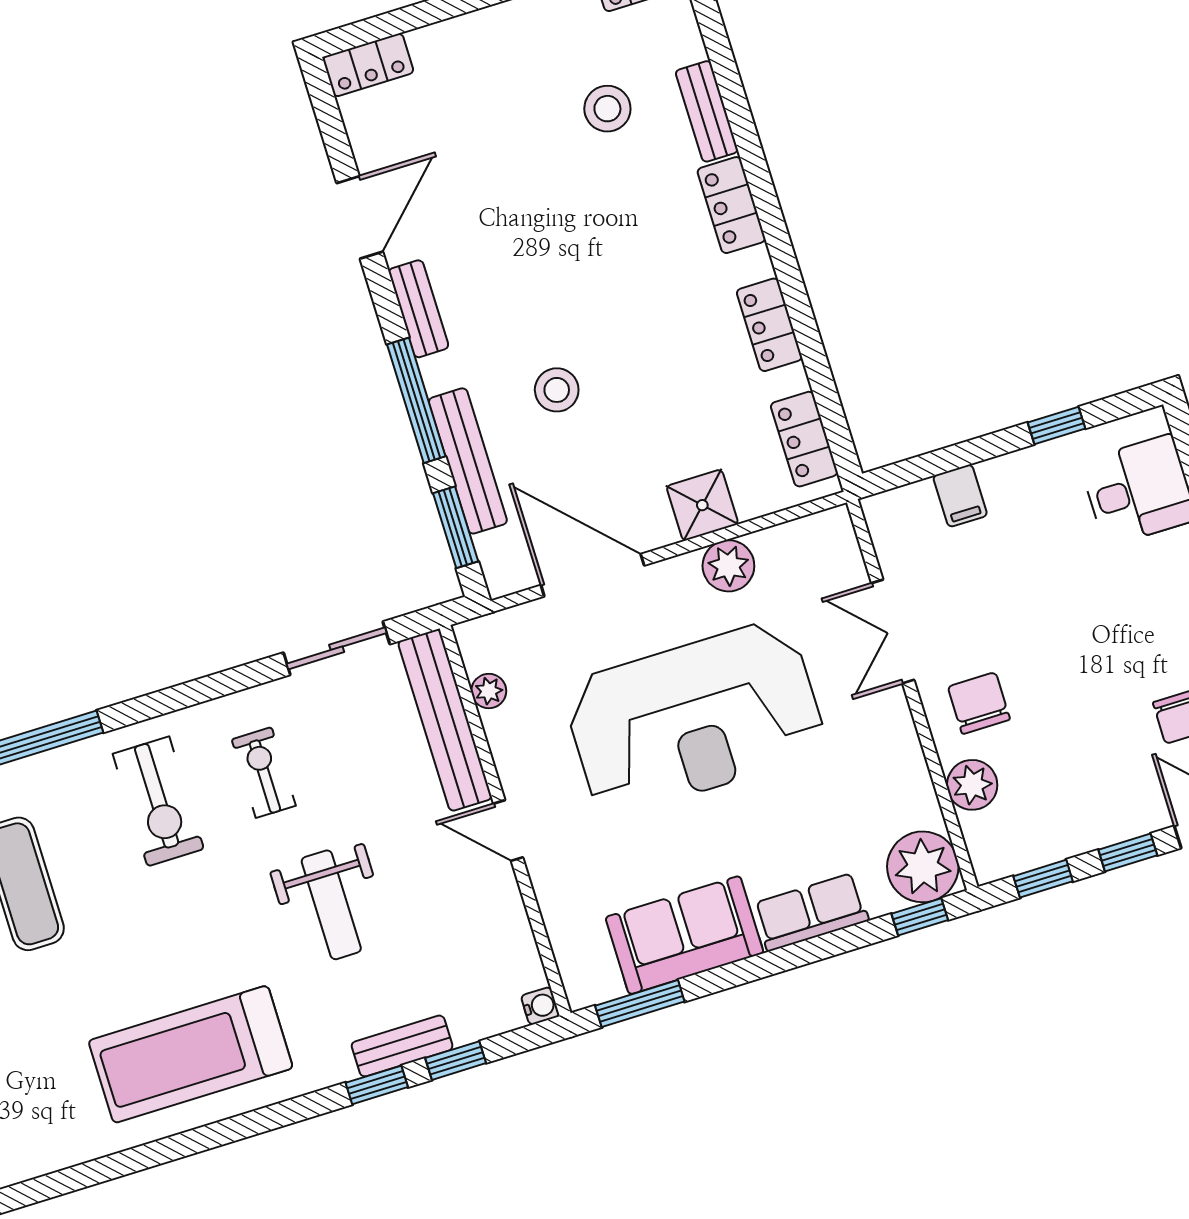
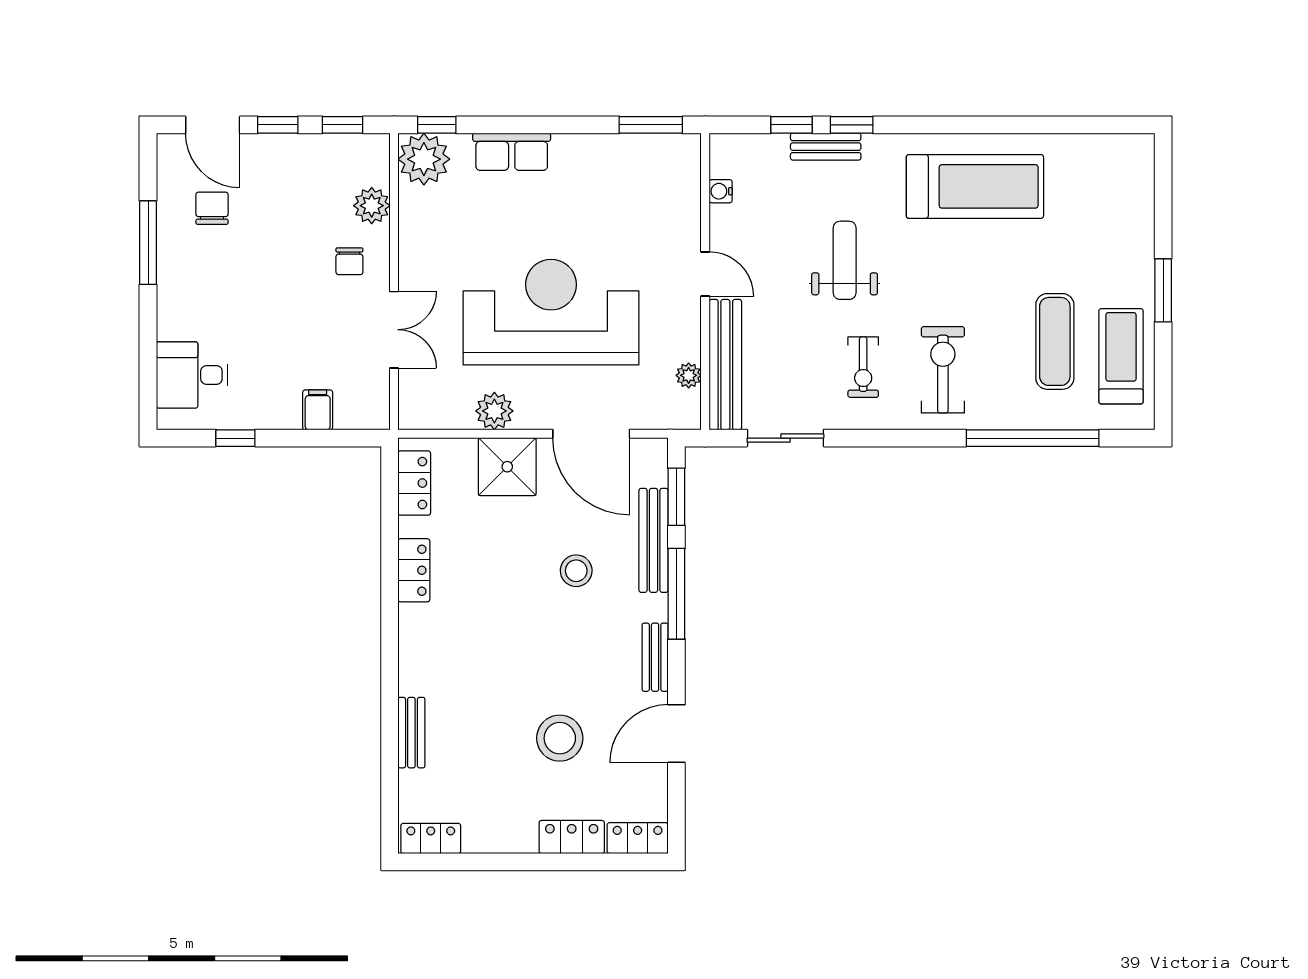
stool: (607, 109) -> (560, 738), moved, width x1.38, depth x1.38
locker: (731, 205) -> (572, 837), moved, turned -90
shower: (702, 505) -> (507, 467), width x1.36, depth x1.36
chair: (979, 703) -> (349, 261), width x0.73, depth x0.73
sofa: (685, 935) -> (605, 163), removed
water cooler: (540, 1006) -> (721, 191), moved

